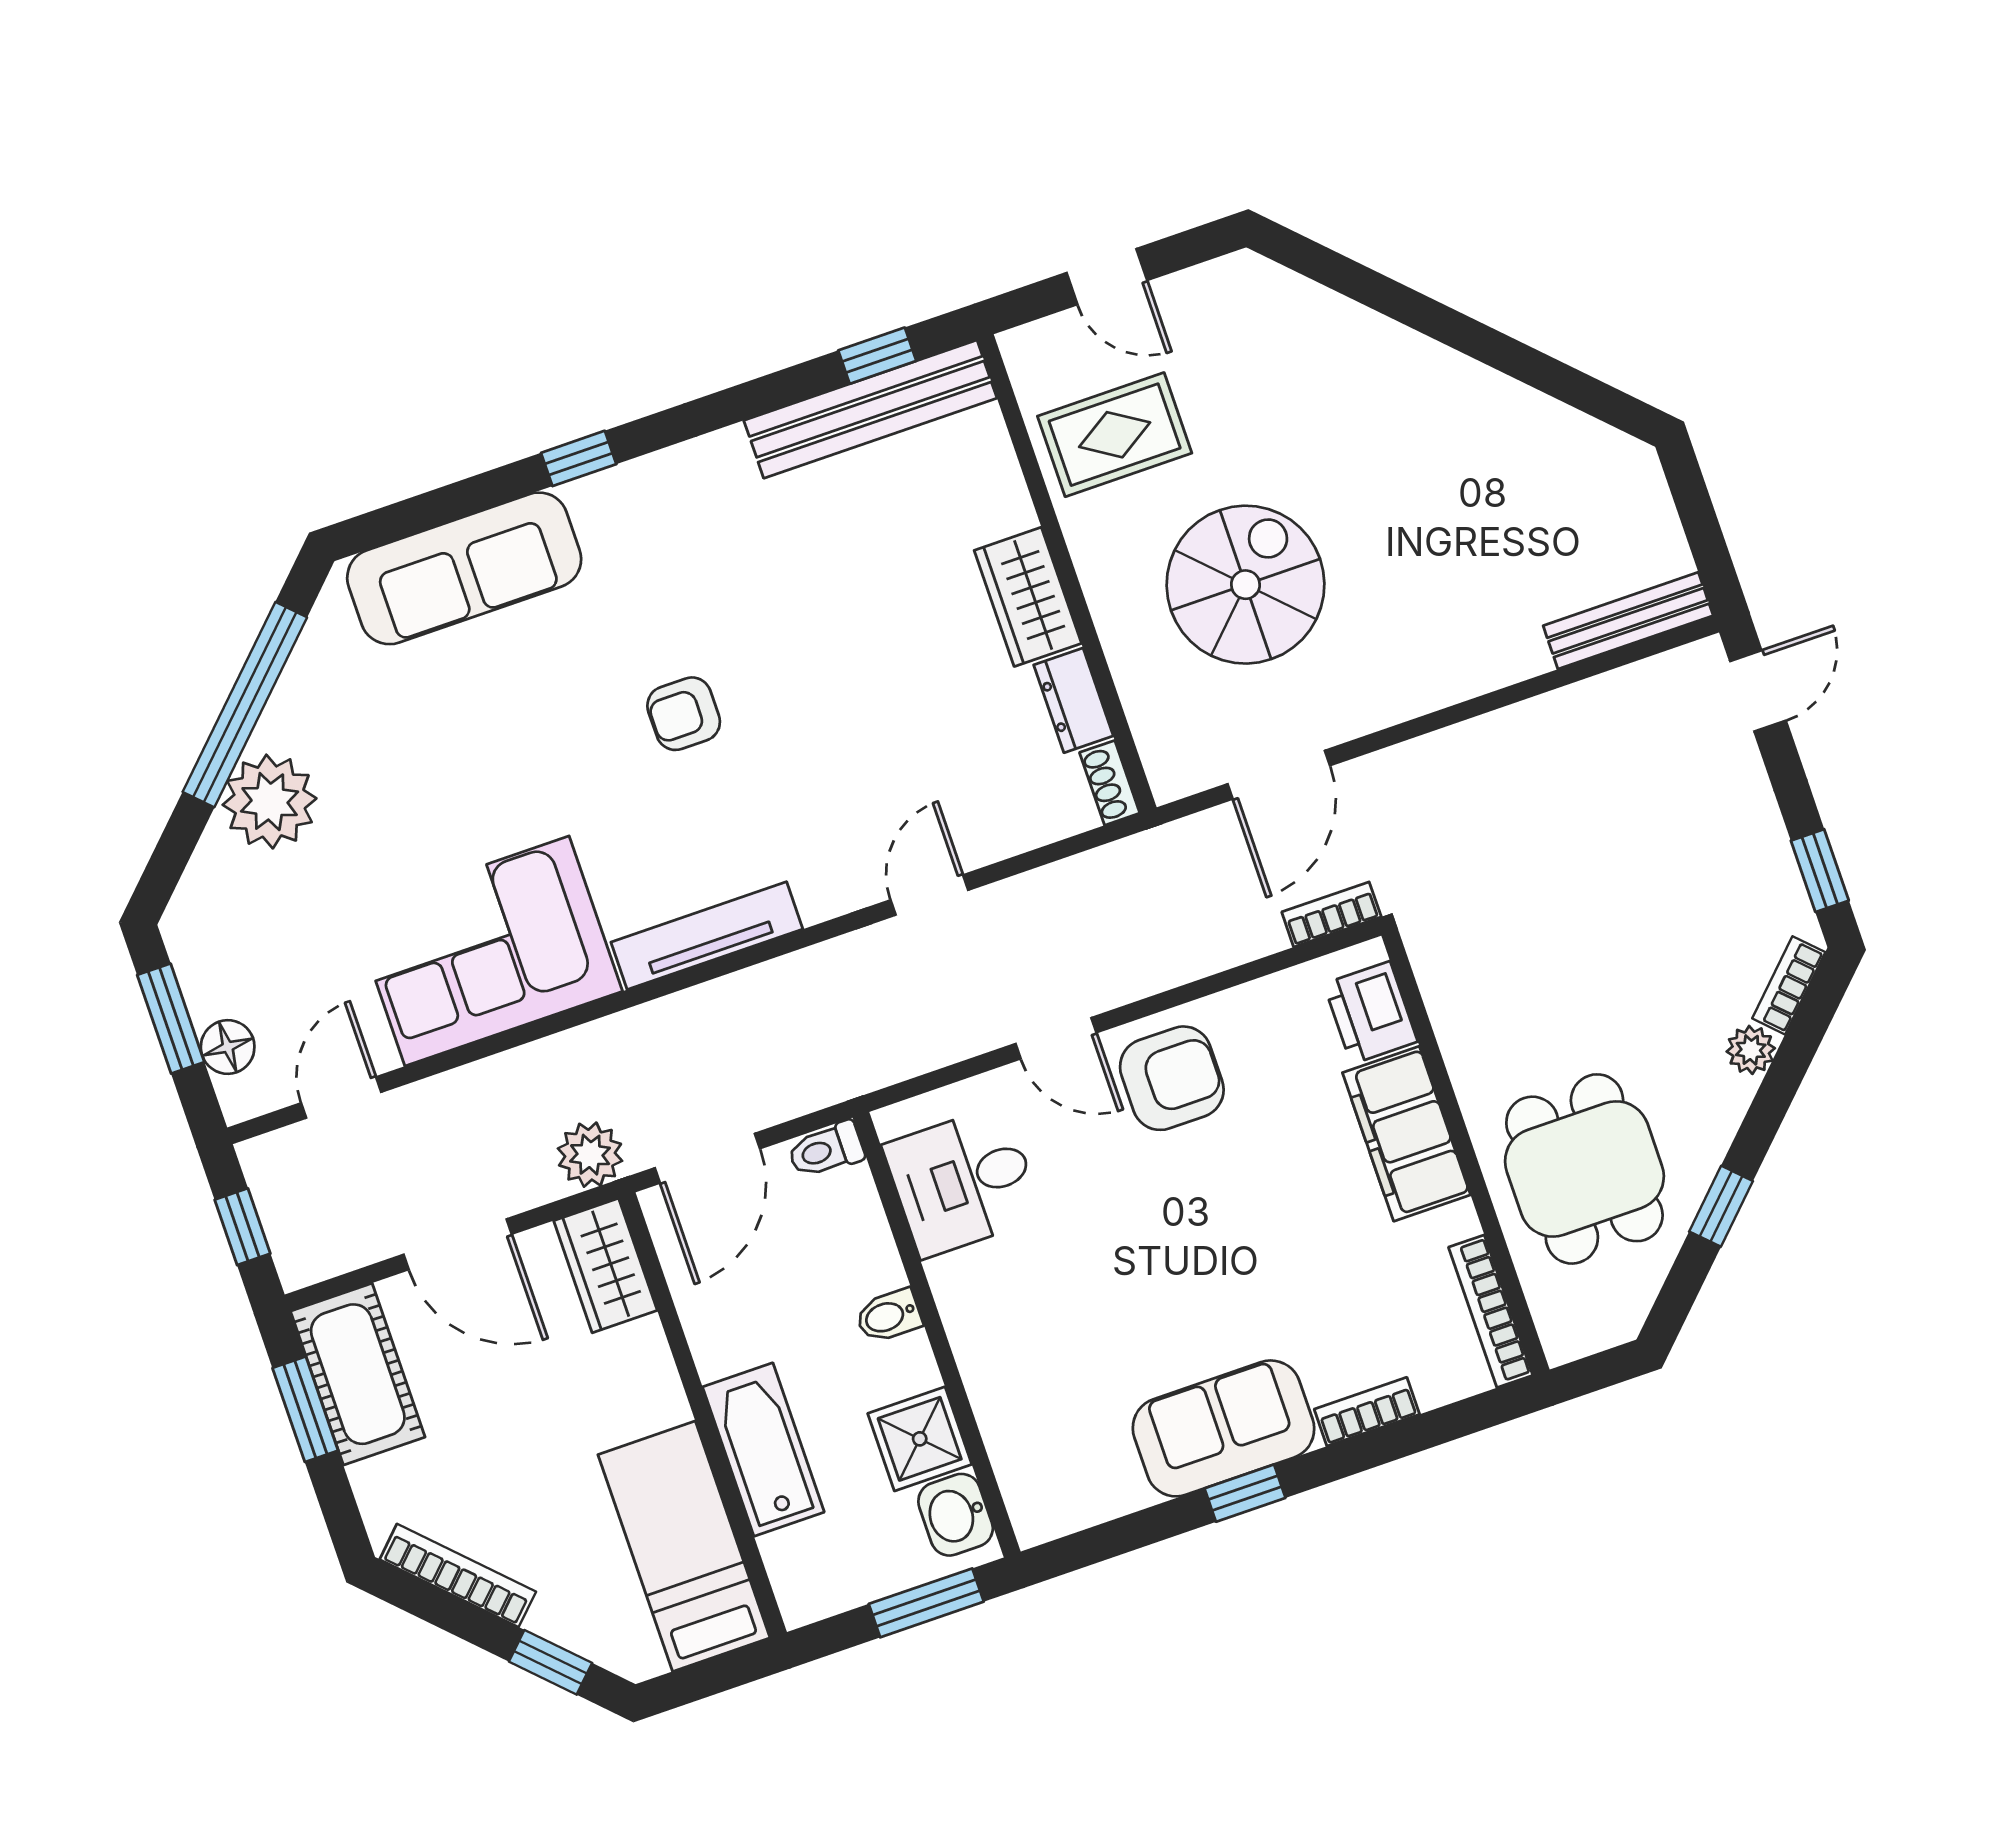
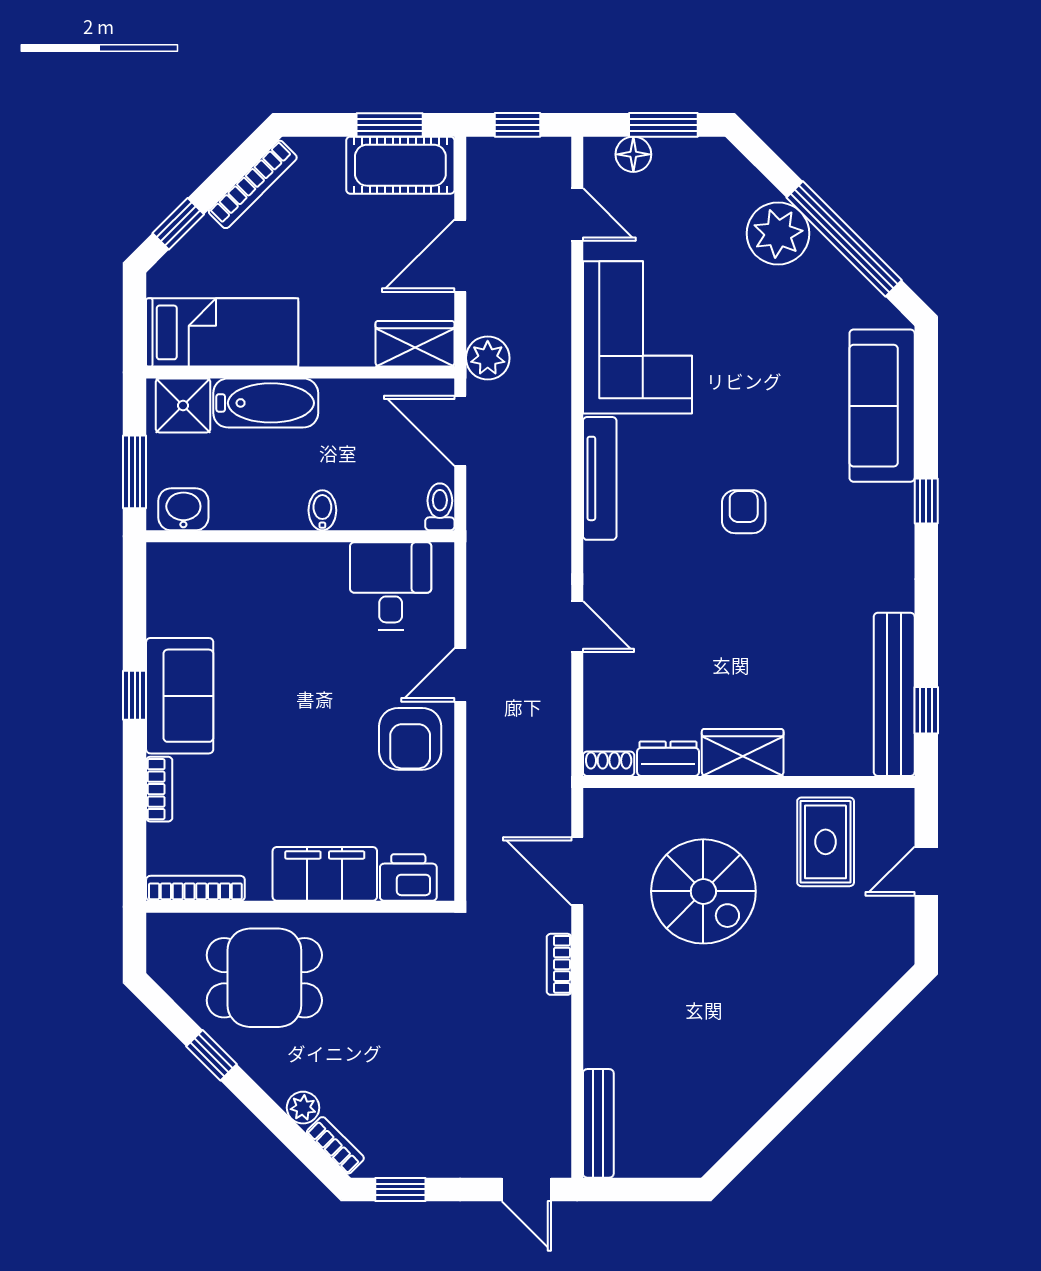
bookcase: (1331, 914) -> (559, 964), moved, turned 180
shower: (920, 1439) -> (183, 405), moved

